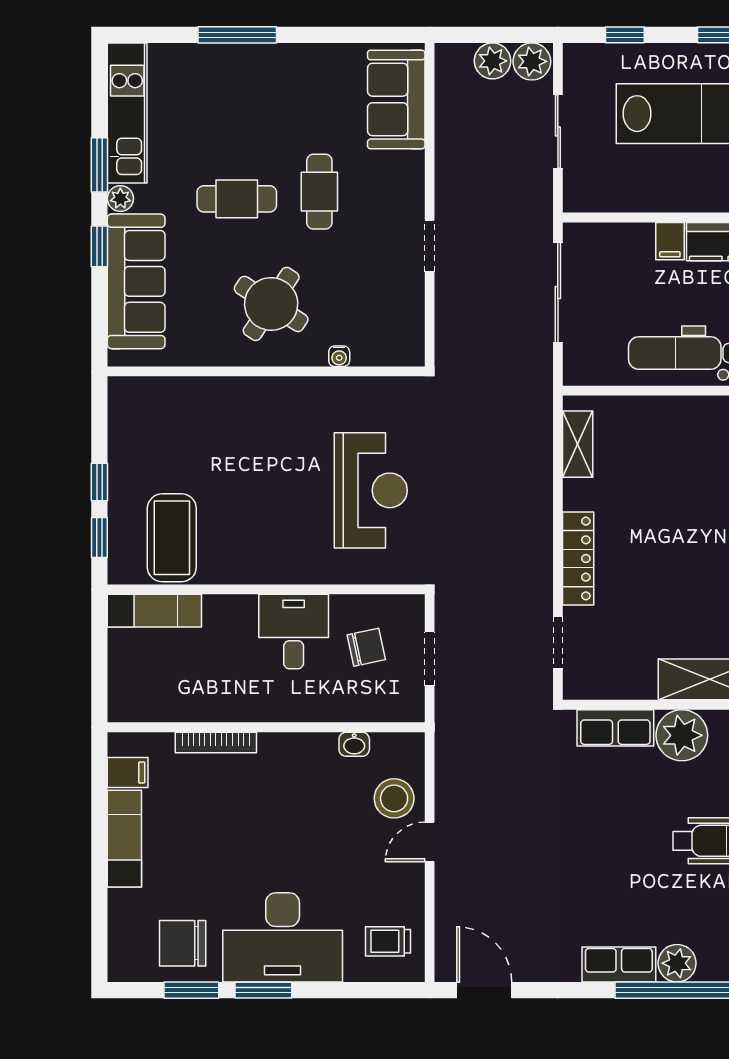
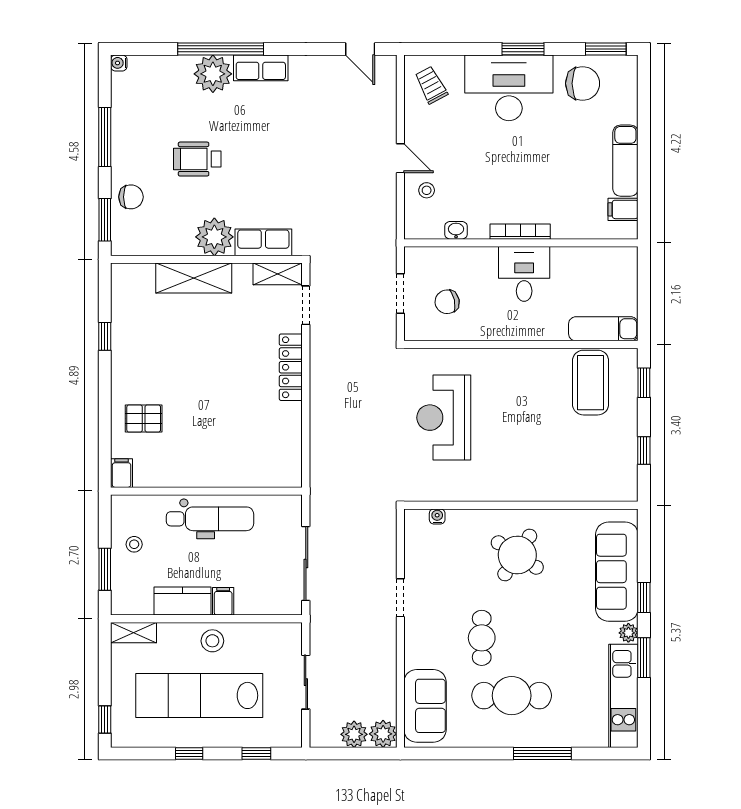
plant: (532, 61) -> (383, 734), moved
stool: (685, 188) -> (212, 641), added
cafe table: (237, 199) -> (512, 696), moved, width x1.37, depth x1.35
water cooler: (339, 356) -> (437, 516), moved
shelving: (578, 444) -> (278, 274), moved, turned 90
window: (99, 482) -> (644, 451), moved
desk: (294, 632) -> (524, 274), moved, turned 180
bookcase: (216, 742) -> (520, 232), moved
stool: (394, 798) -> (427, 190), width x0.53, depth x0.53
door: (430, 842) -> (400, 158), hinge flipped
trolley: (388, 941) -> (431, 85), turned -118
plant: (677, 963) -> (213, 74), width x1.36, depth x1.36
window: (191, 990) -> (606, 49), moved
door: (484, 990) -> (360, 49), width x0.73

